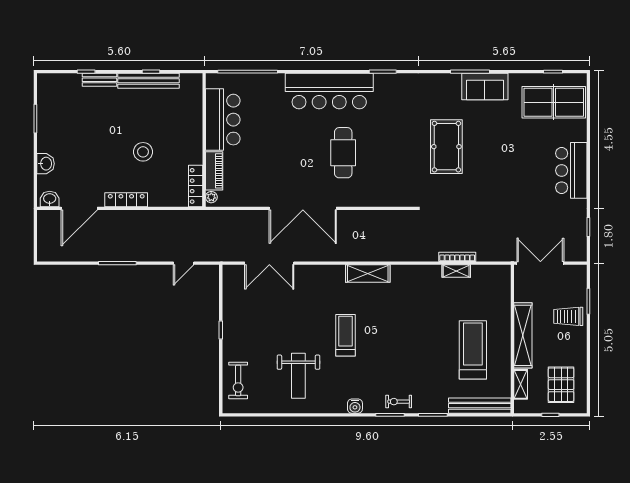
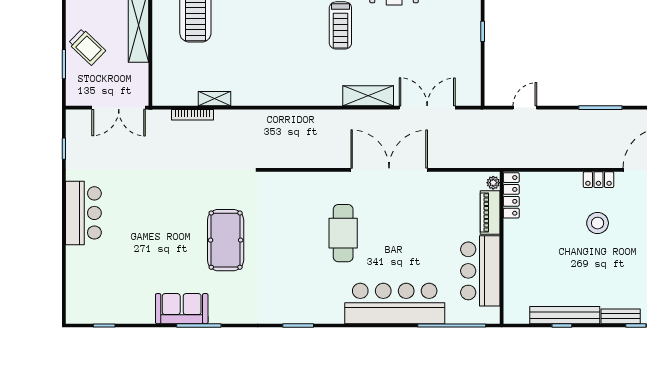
bar counter: (329, 91) -> (395, 303), moved
table tennis table: (554, 102) -> (103, 291), removed
stool: (143, 152) -> (598, 223), moved
locker: (126, 200) -> (599, 180), width x0.66
bookcase: (457, 257) -> (193, 115), moved
shelving: (368, 273) -> (368, 96), moved
trolley: (568, 316) -> (87, 47), turned 44

